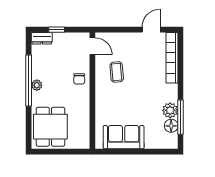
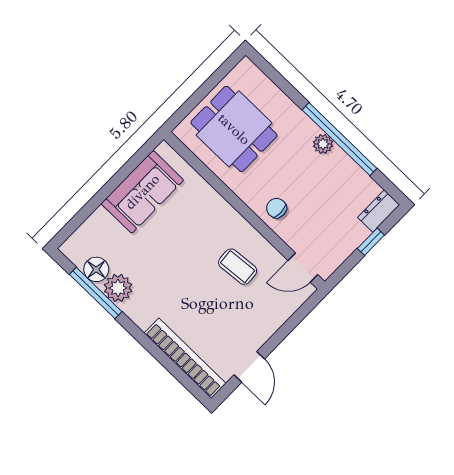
dining table: (50, 127) -> (234, 129), moved

